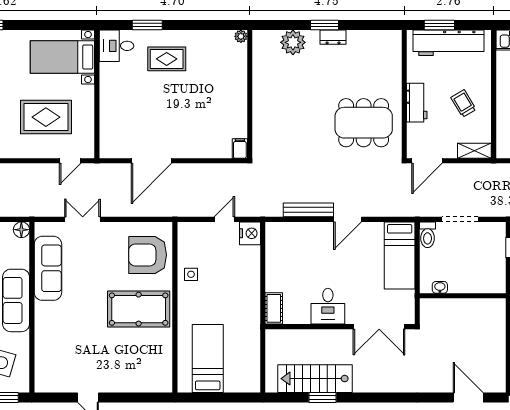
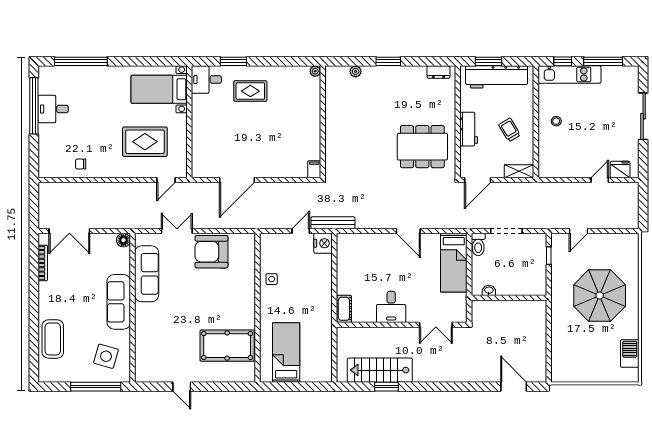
dresser: (333, 37) -> (438, 72), moved
plant: (293, 42) -> (356, 71), width x0.53, depth x0.53
bench: (308, 210) -> (333, 223), moved
door: (348, 219) -> (408, 231), hinge flipped
armchair: (148, 255) -> (211, 252), moved
pool table: (139, 309) -> (227, 346), moved
double door: (379, 327) -> (436, 325), width x0.73

